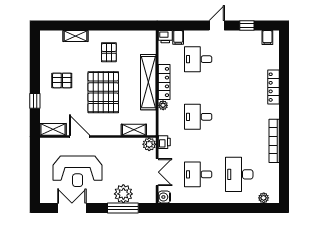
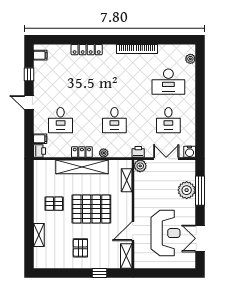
locker: (164, 82) -> (82, 152), width x0.66

